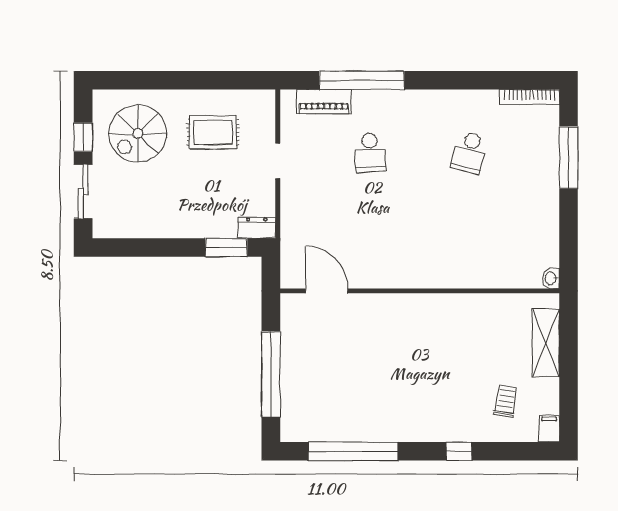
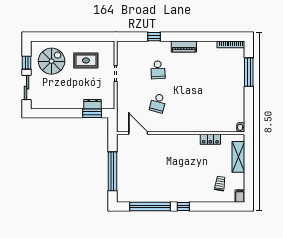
window: (362, 80) -> (154, 37), width x0.32
piano: (324, 102) -> (184, 46), moved
spiral stairs: (138, 134) -> (52, 61), turned 180
school desk: (469, 153) -> (158, 103), moved
dresser: (257, 228) -> (93, 104), moved
locker: (485, 304) -> (210, 139), added
window: (459, 451) -> (183, 207), moved

